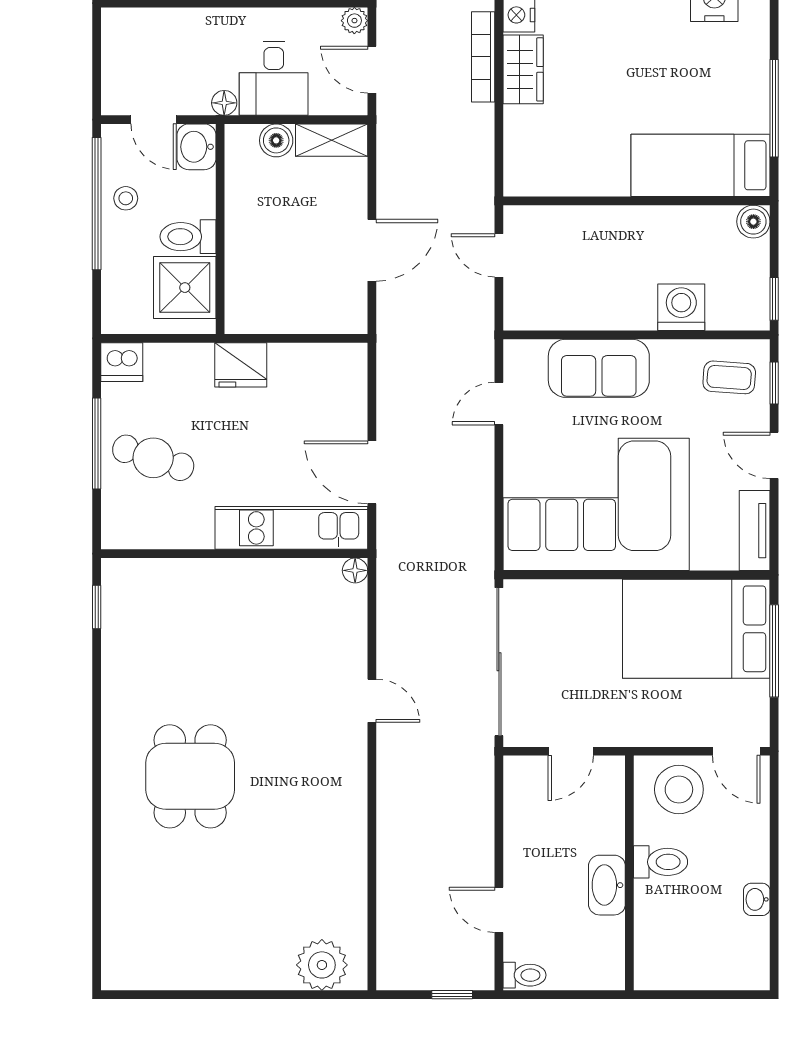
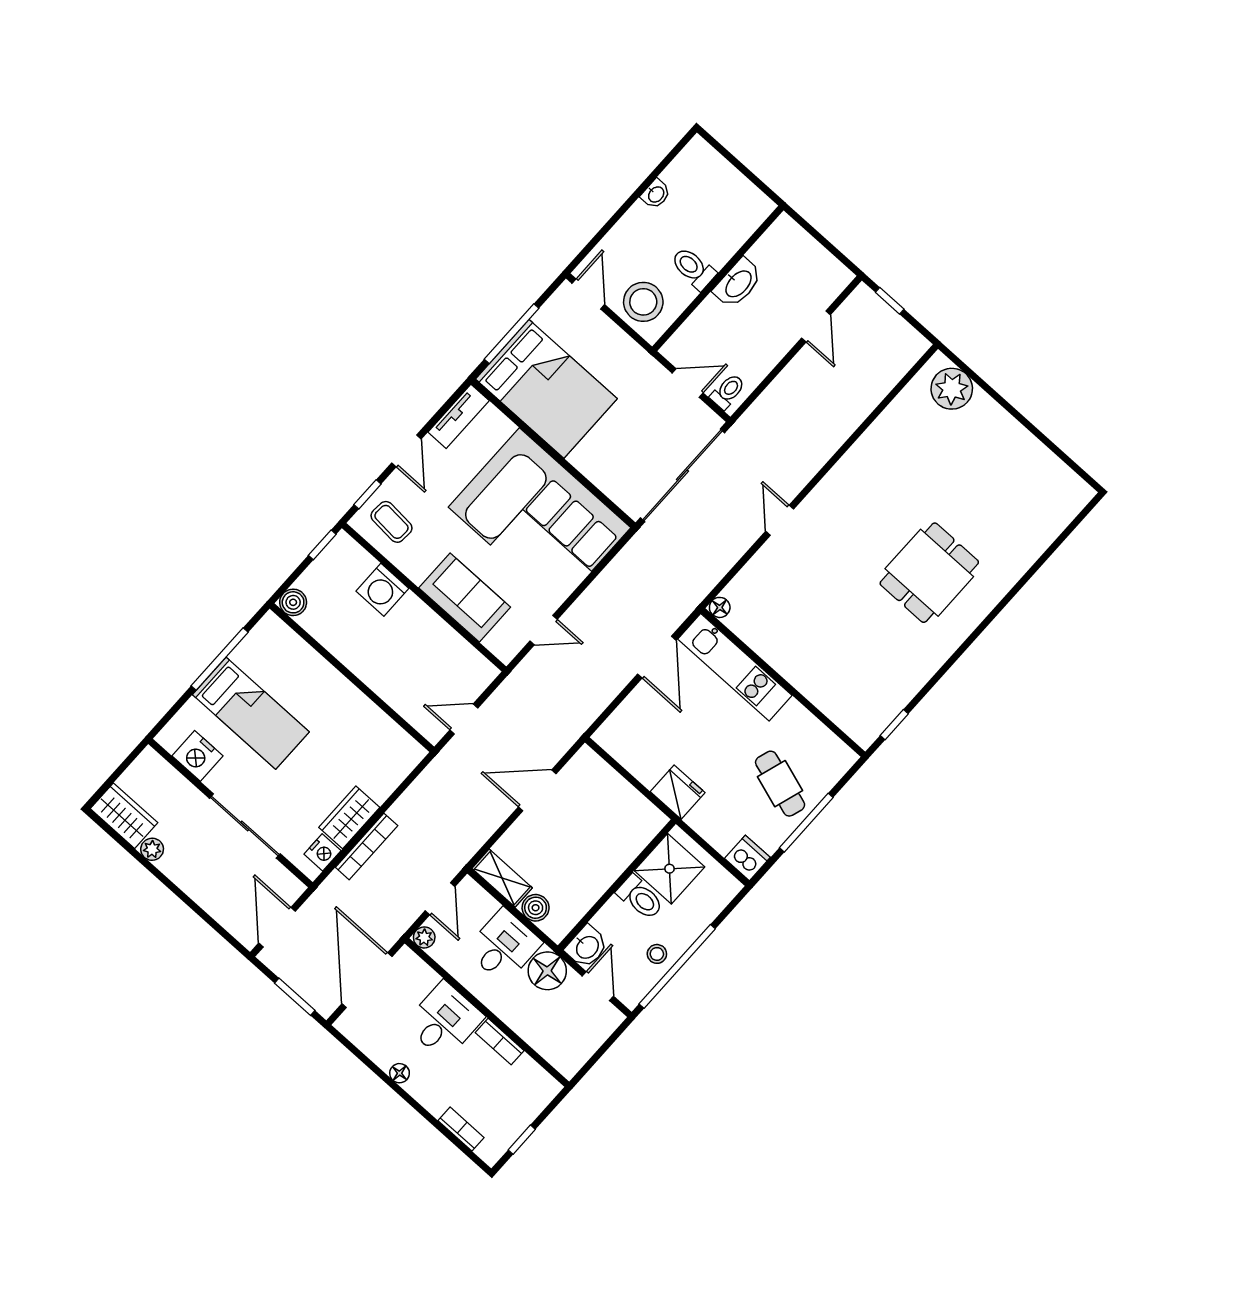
floor lamp: (224, 103) -> (547, 971), width x1.89, depth x1.89
bed: (701, 165) -> (251, 713), moved
door: (499, 255) -> (464, 719), swing flipped
toilet: (524, 975) -> (728, 391), moved, turned 90

